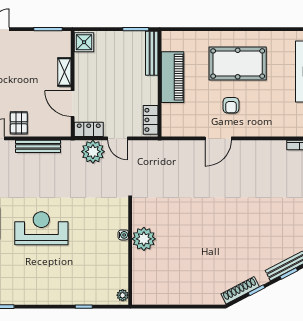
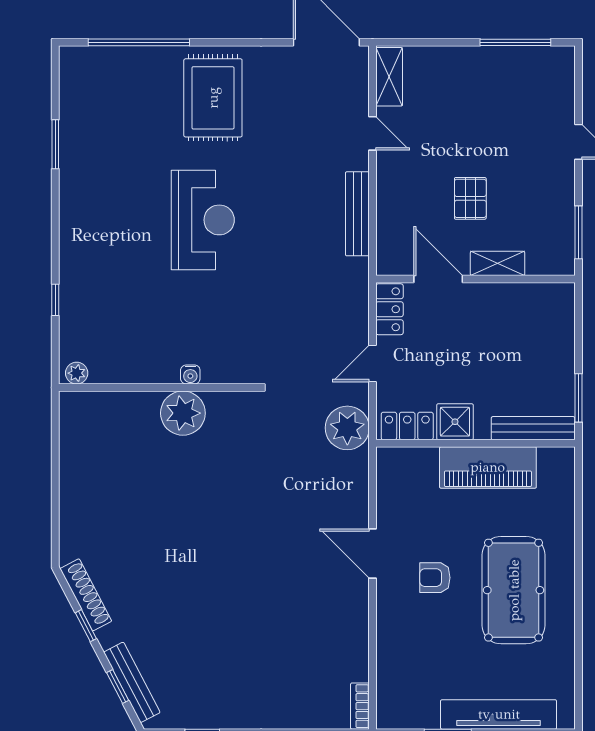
shower: (84, 42) -> (455, 422), moved
door: (73, 104) -> (438, 279), hinge flipped
pallet: (19, 123) -> (470, 198), moved, turned 90
plant: (93, 152) -> (347, 428), moved

